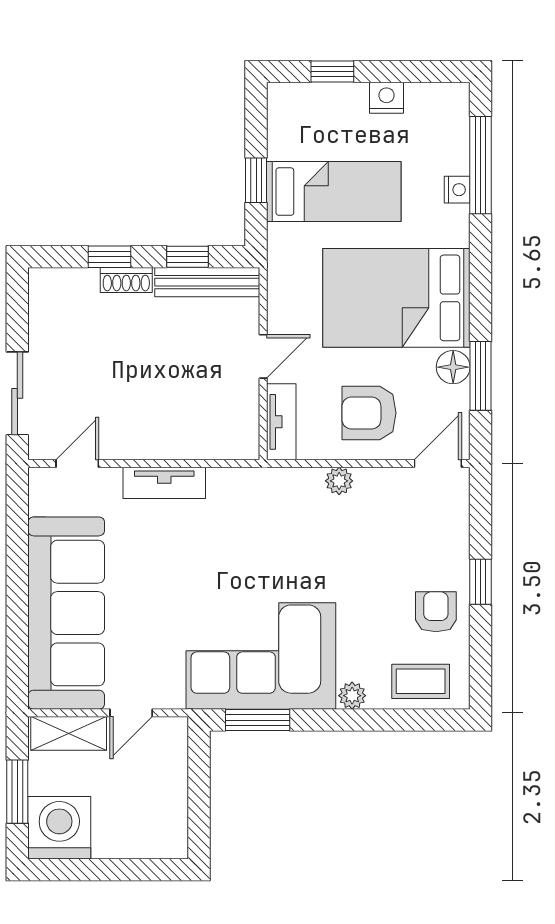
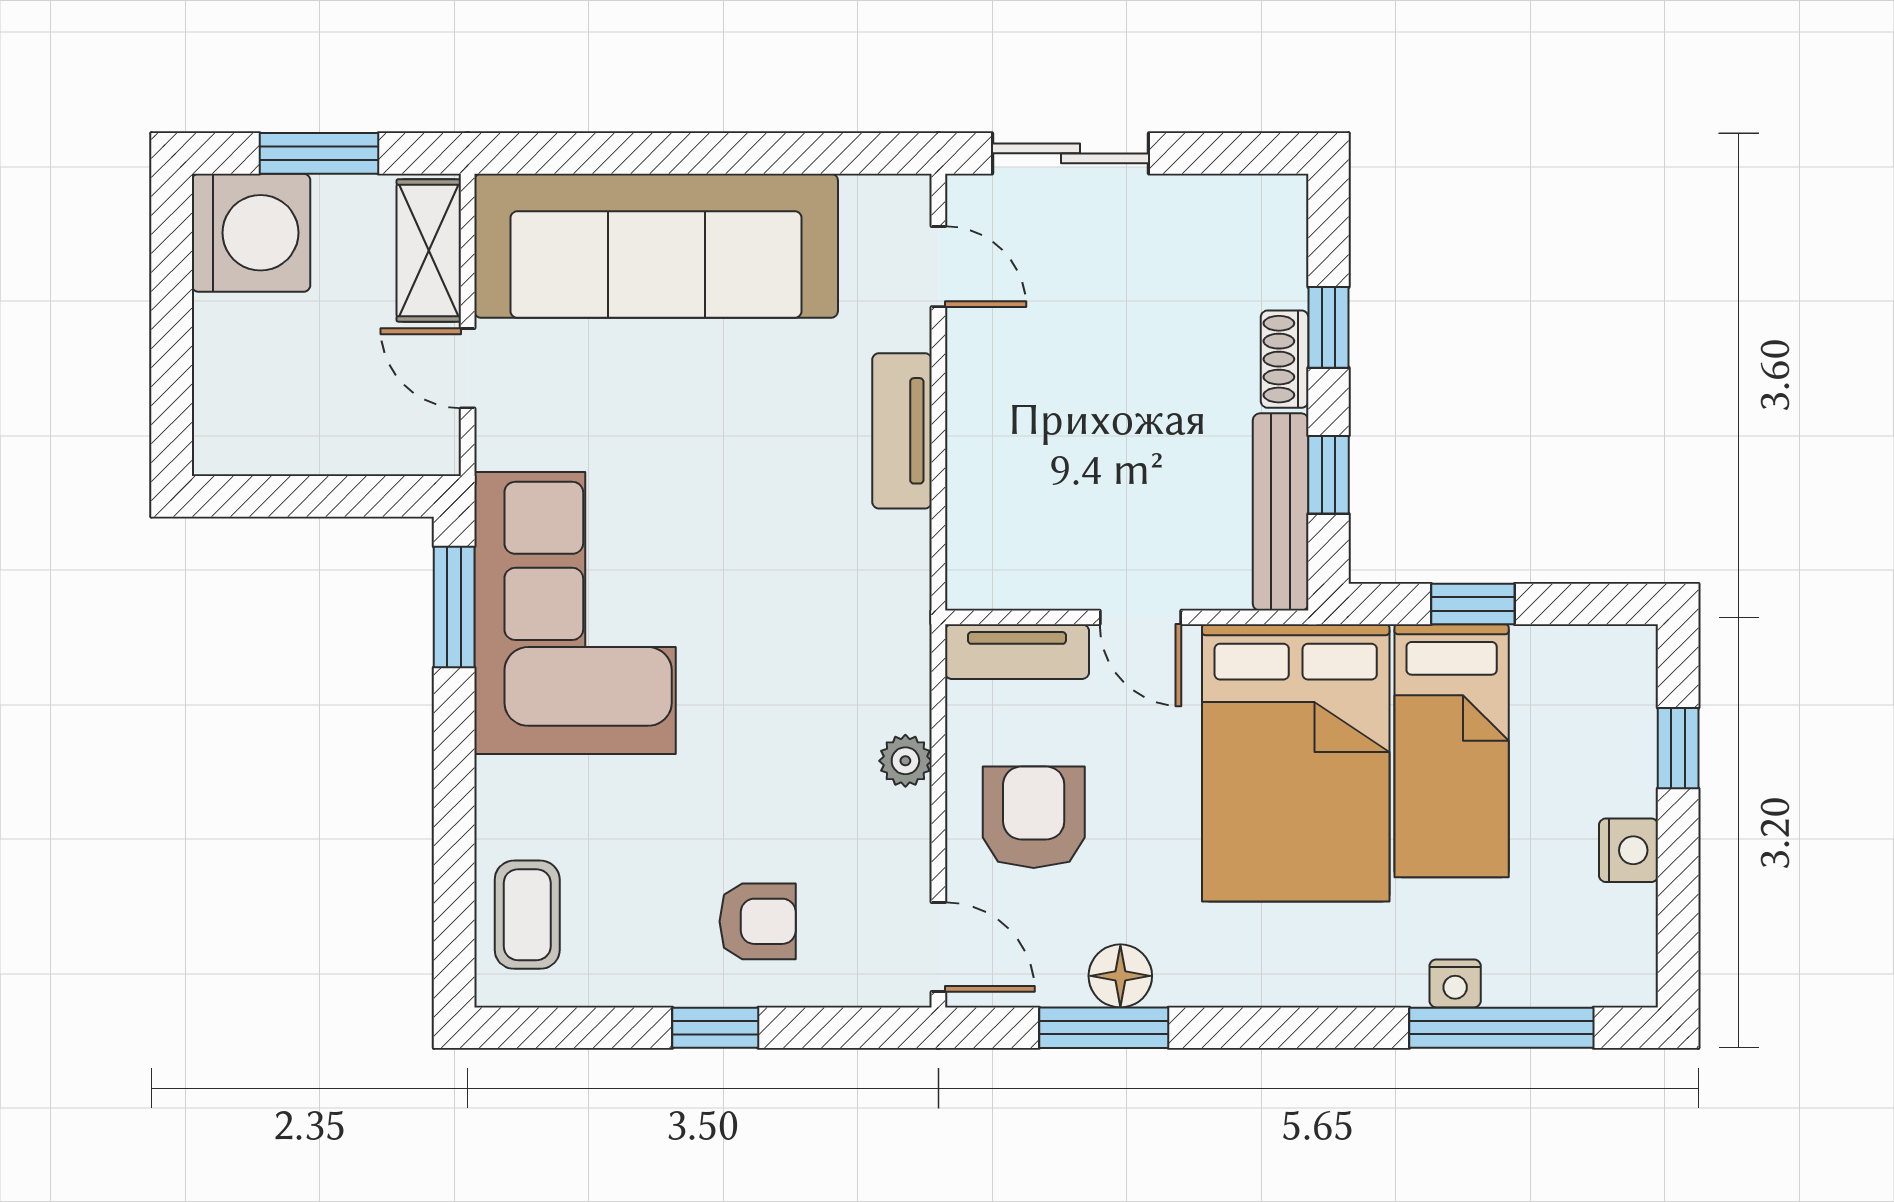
bed: (396, 298) -> (1296, 763), moved, turned 180
armchair: (436, 612) -> (758, 921), moved
plant: (352, 696) -> (500, 785), removed

